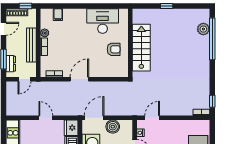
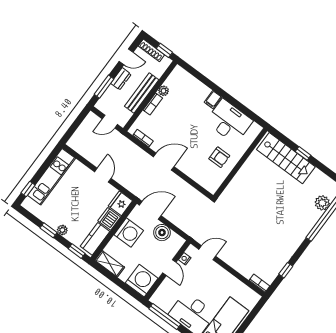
filing cabinet: (58, 15) -> (213, 100), moved
stairs: (141, 48) -> (286, 158), moved, turned 90
dresser: (11, 64) -> (121, 79), moved
window: (212, 101) -> (286, 270), moved

